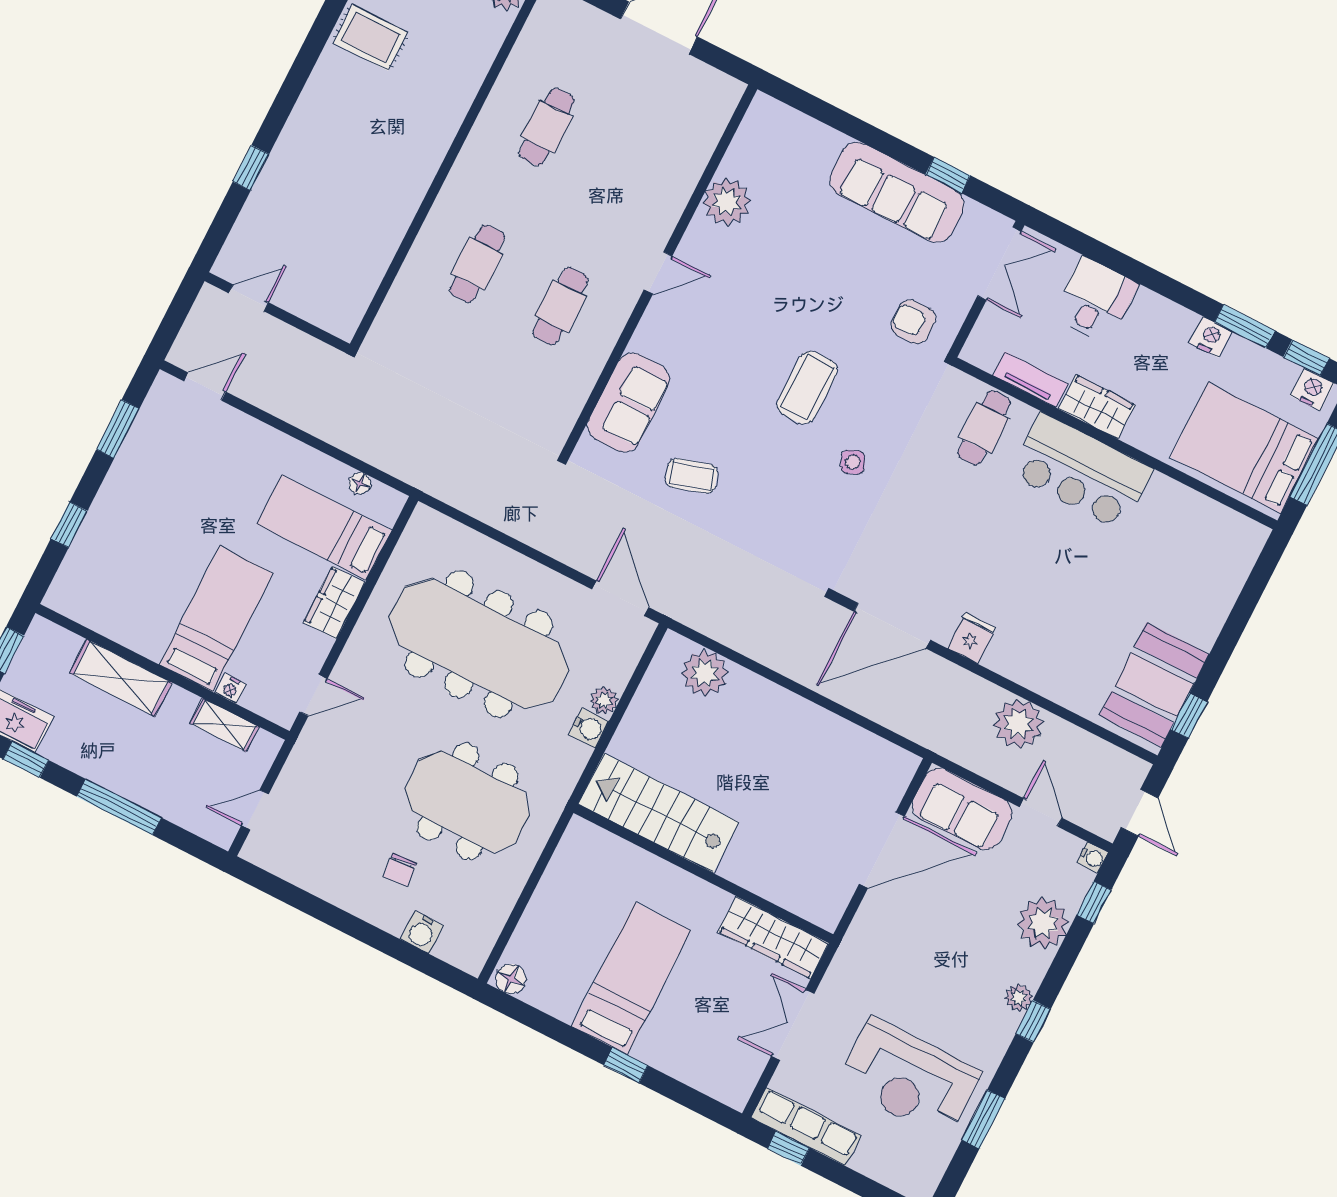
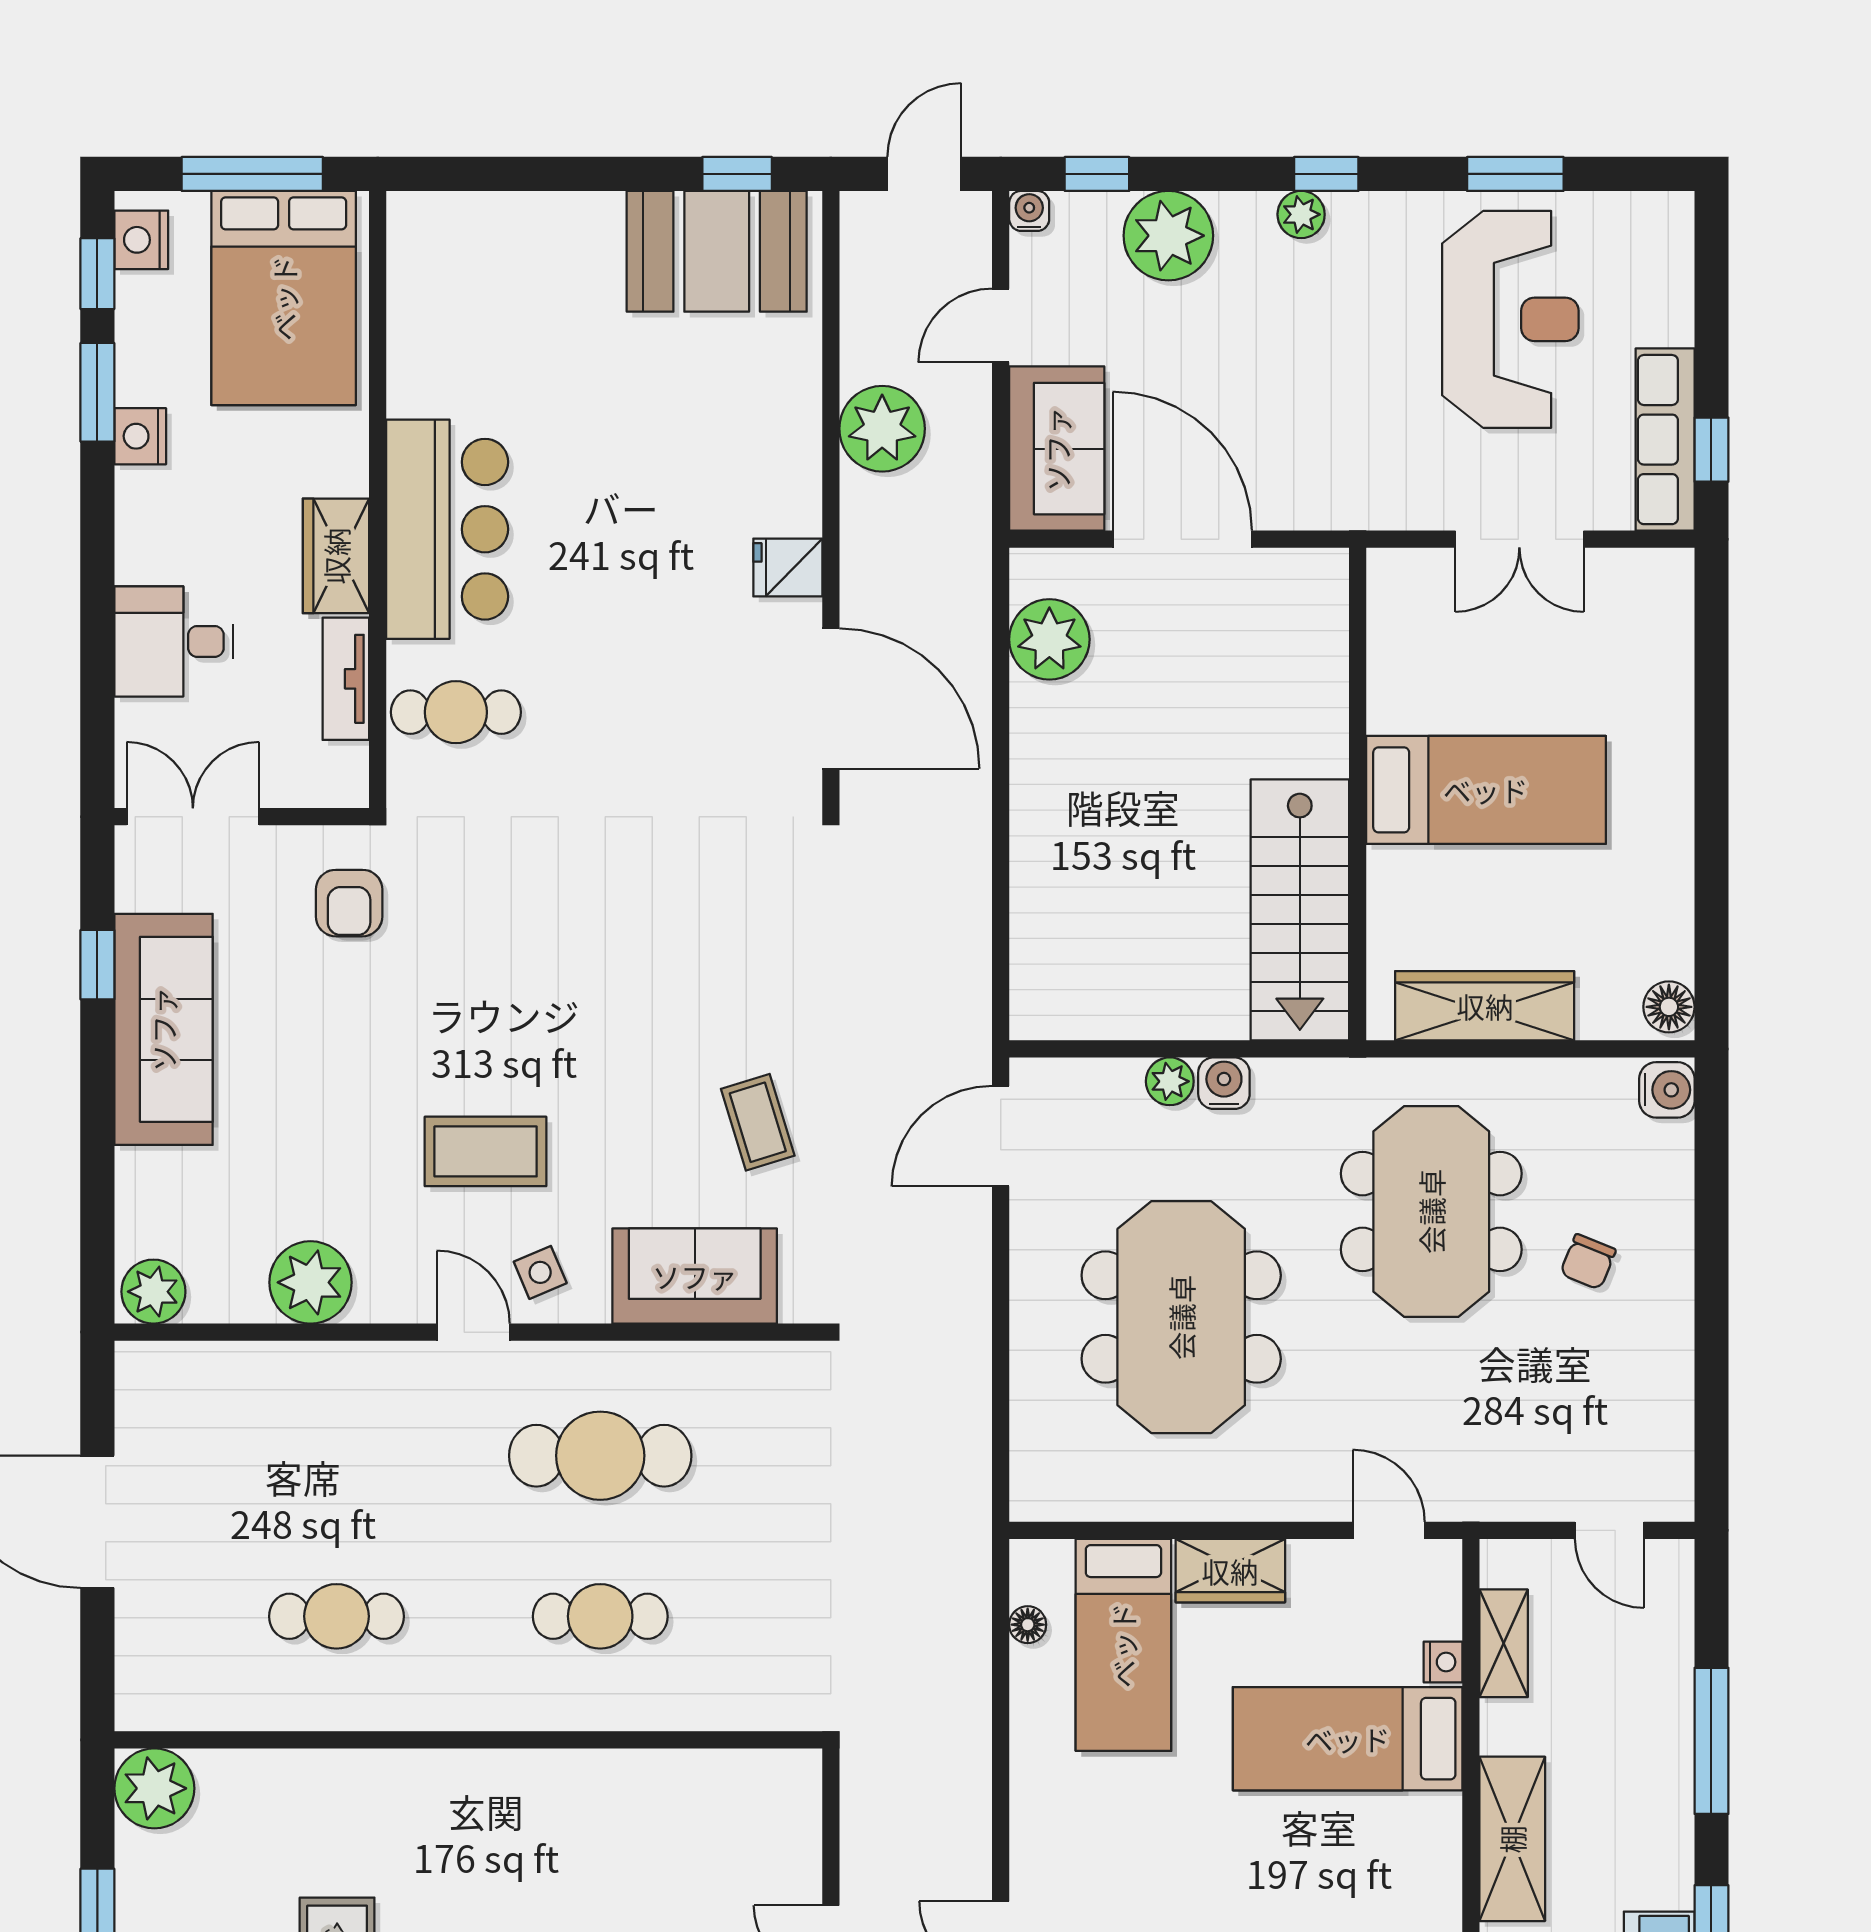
plant: (764, 118) -> (153, 1292), added
cafe table: (560, 306) -> (600, 1456), width x1.37, depth x1.35
coffee table: (807, 387) -> (486, 1151), moved
side table: (853, 462) -> (540, 1272), moved
meeting table: (479, 644) -> (1181, 1317), width x0.73
plant: (705, 673) -> (1049, 639), moved
chair: (400, 870) -> (1588, 1262), turned 117
water cooler: (422, 932) -> (1667, 1090), moved
wardrobe: (773, 937) -> (1485, 1006), moved, turned -90
bed: (631, 979) -> (1486, 790), moved, turned 180
window: (626, 1065) -> (1711, 763), removed

